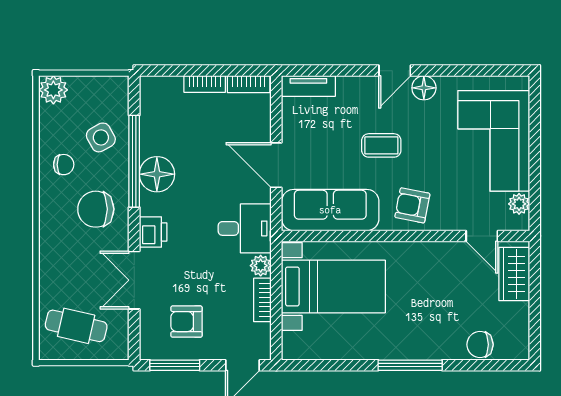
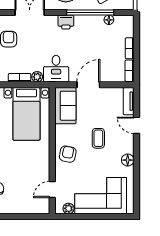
door: (395, 71) -> (136, 125), moved
floor lamp: (157, 174) -> (109, 20), moved, width x0.53, depth x0.53
sofa: (330, 210) -> (65, 106), width x0.73
printer: (153, 232) -> (66, 22), moved
wardrobe: (514, 274) -> (33, 206), removed

